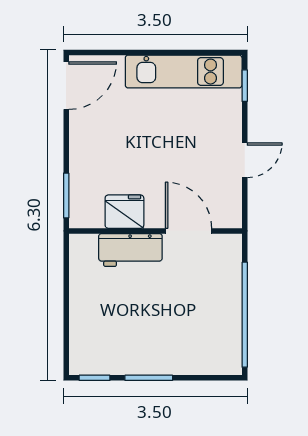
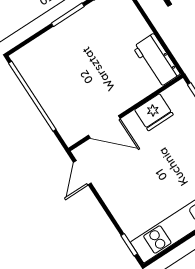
door: (245, 160) -> (82, 173), moved
workbench: (130, 250) -> (156, 61), moved, turned -90

